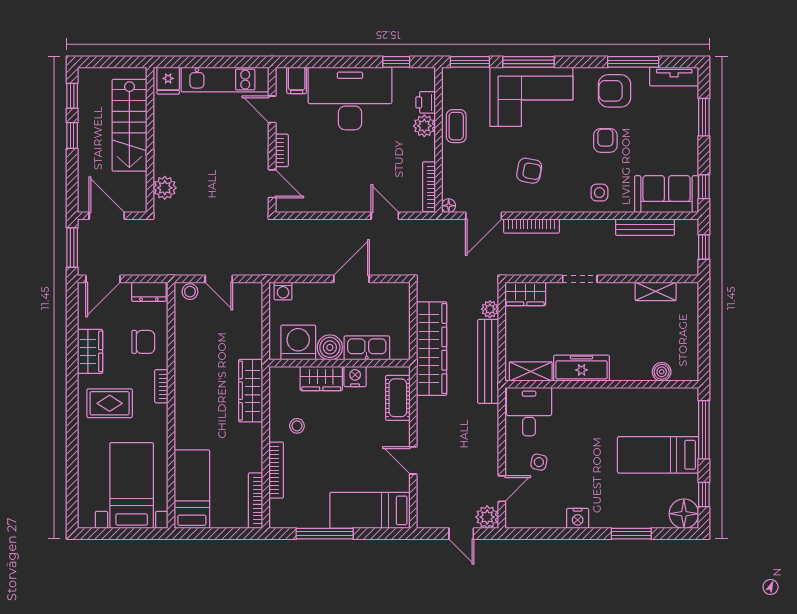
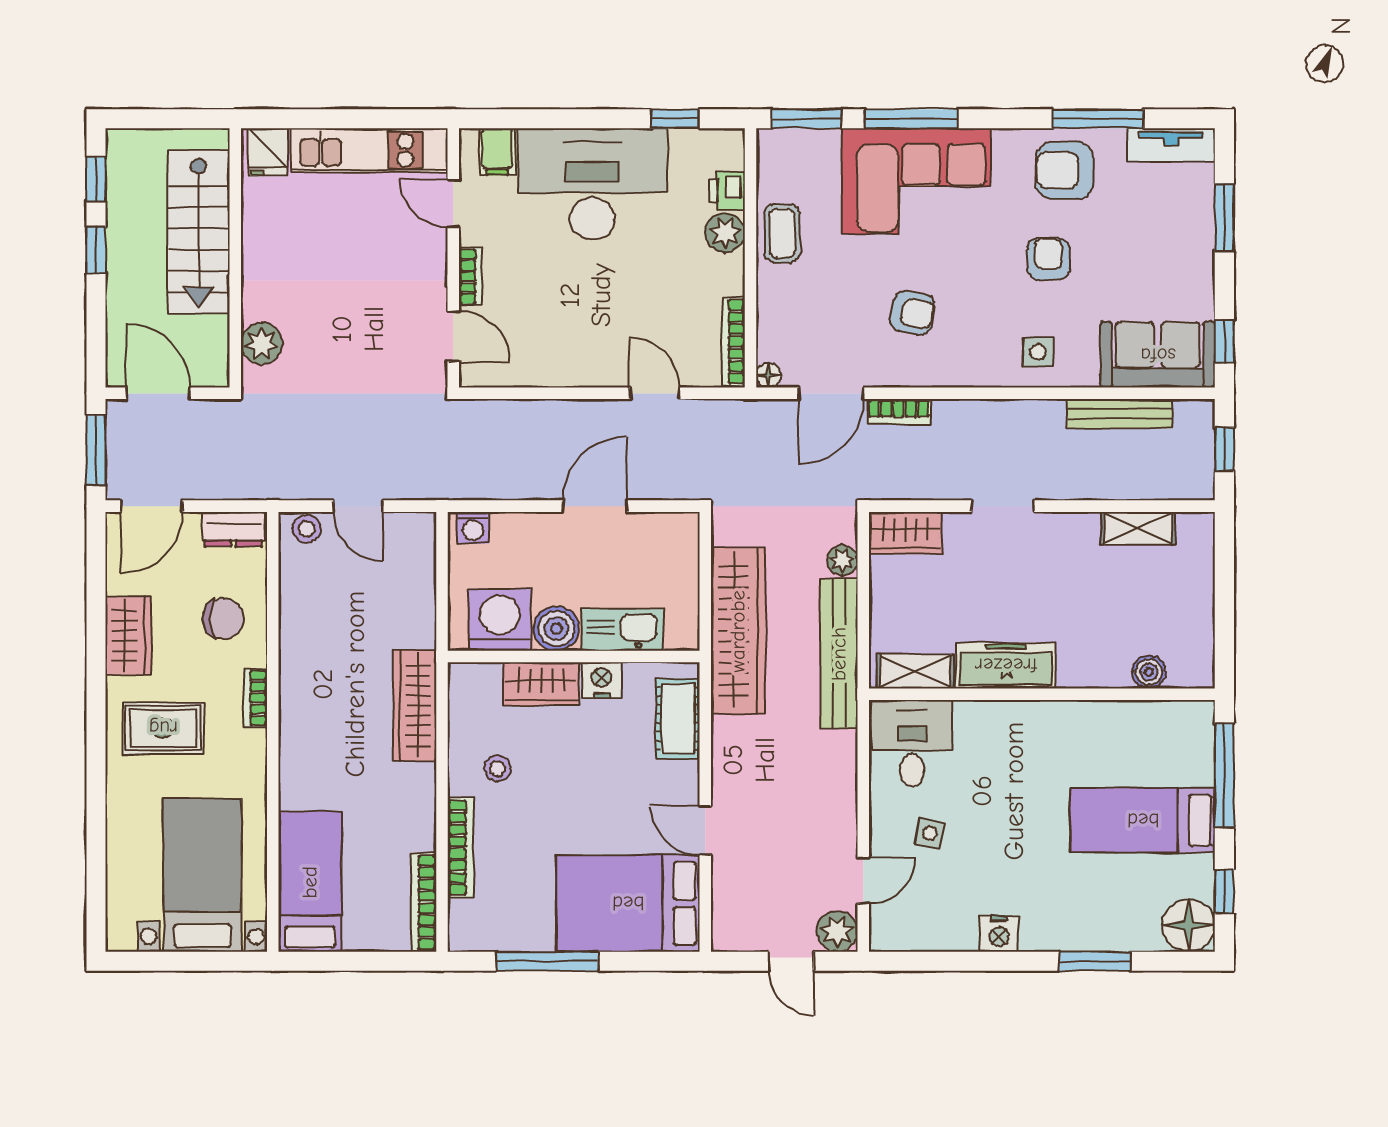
bookcase: (532, 226) -> (899, 412), width x0.64
bed: (370, 510) -> (628, 903), width x1.50

